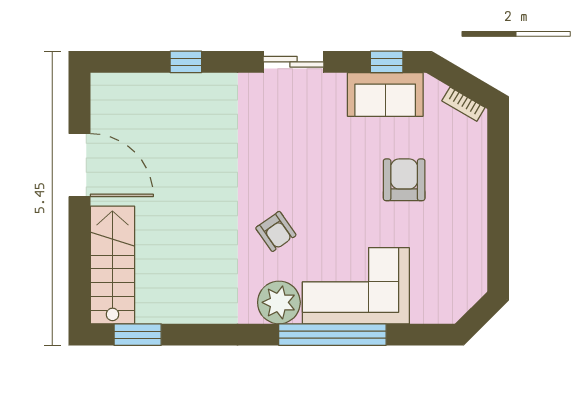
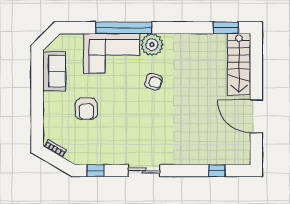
window: (186, 62) -> (217, 171), moved
sofa: (385, 94) -> (54, 71), moved, turned 90
armchair: (276, 231) -> (153, 82), turned 144

